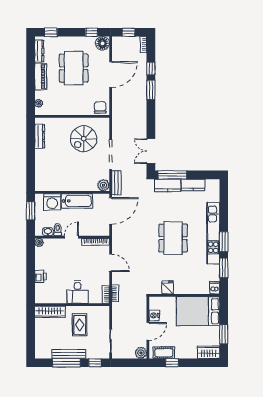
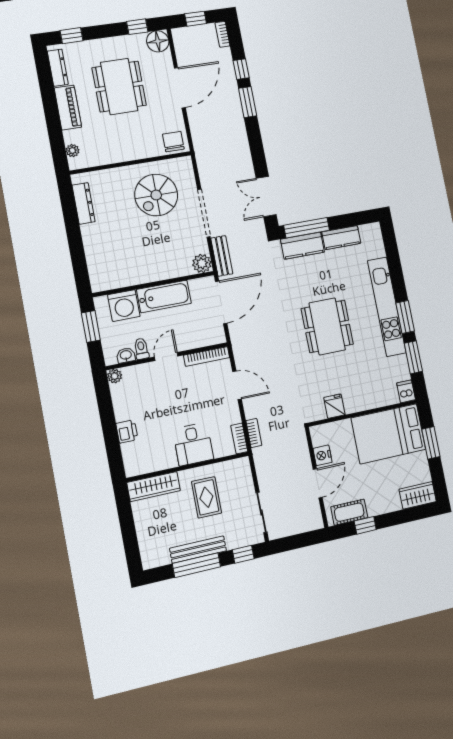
window: (224, 334) -> (431, 443), moved
plant: (141, 353) -> (314, 521), removed

